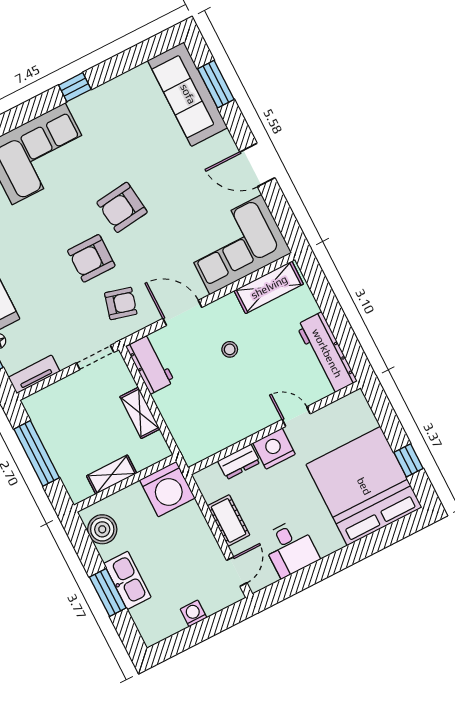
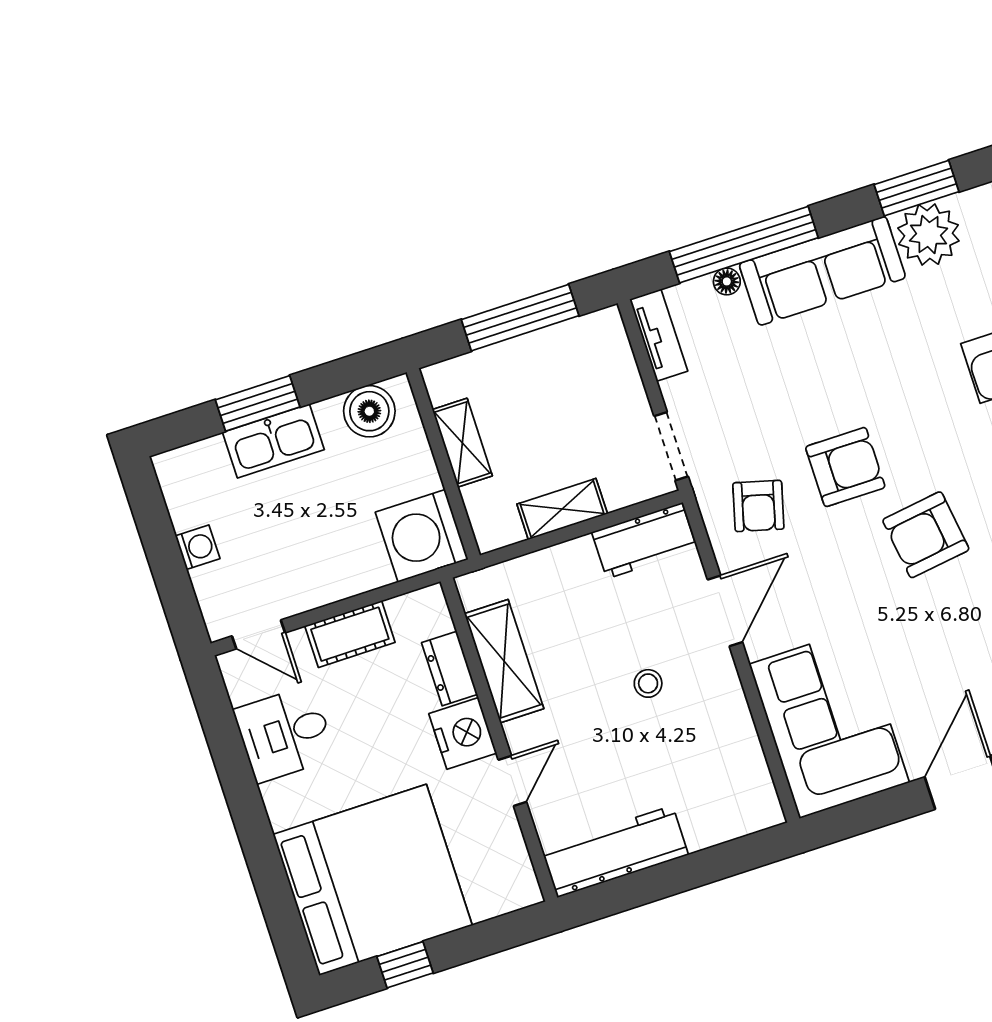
armchair: (122, 207) -> (926, 535), turned -91
armchair: (91, 258) -> (845, 467), turned 90
shelving: (269, 287) -> (504, 661), moved

